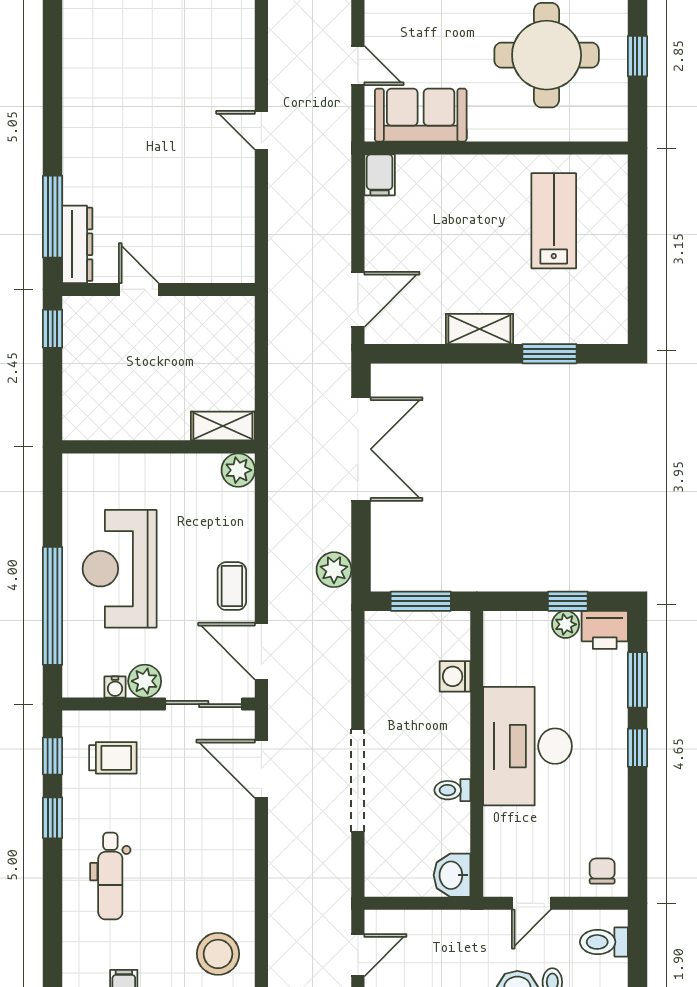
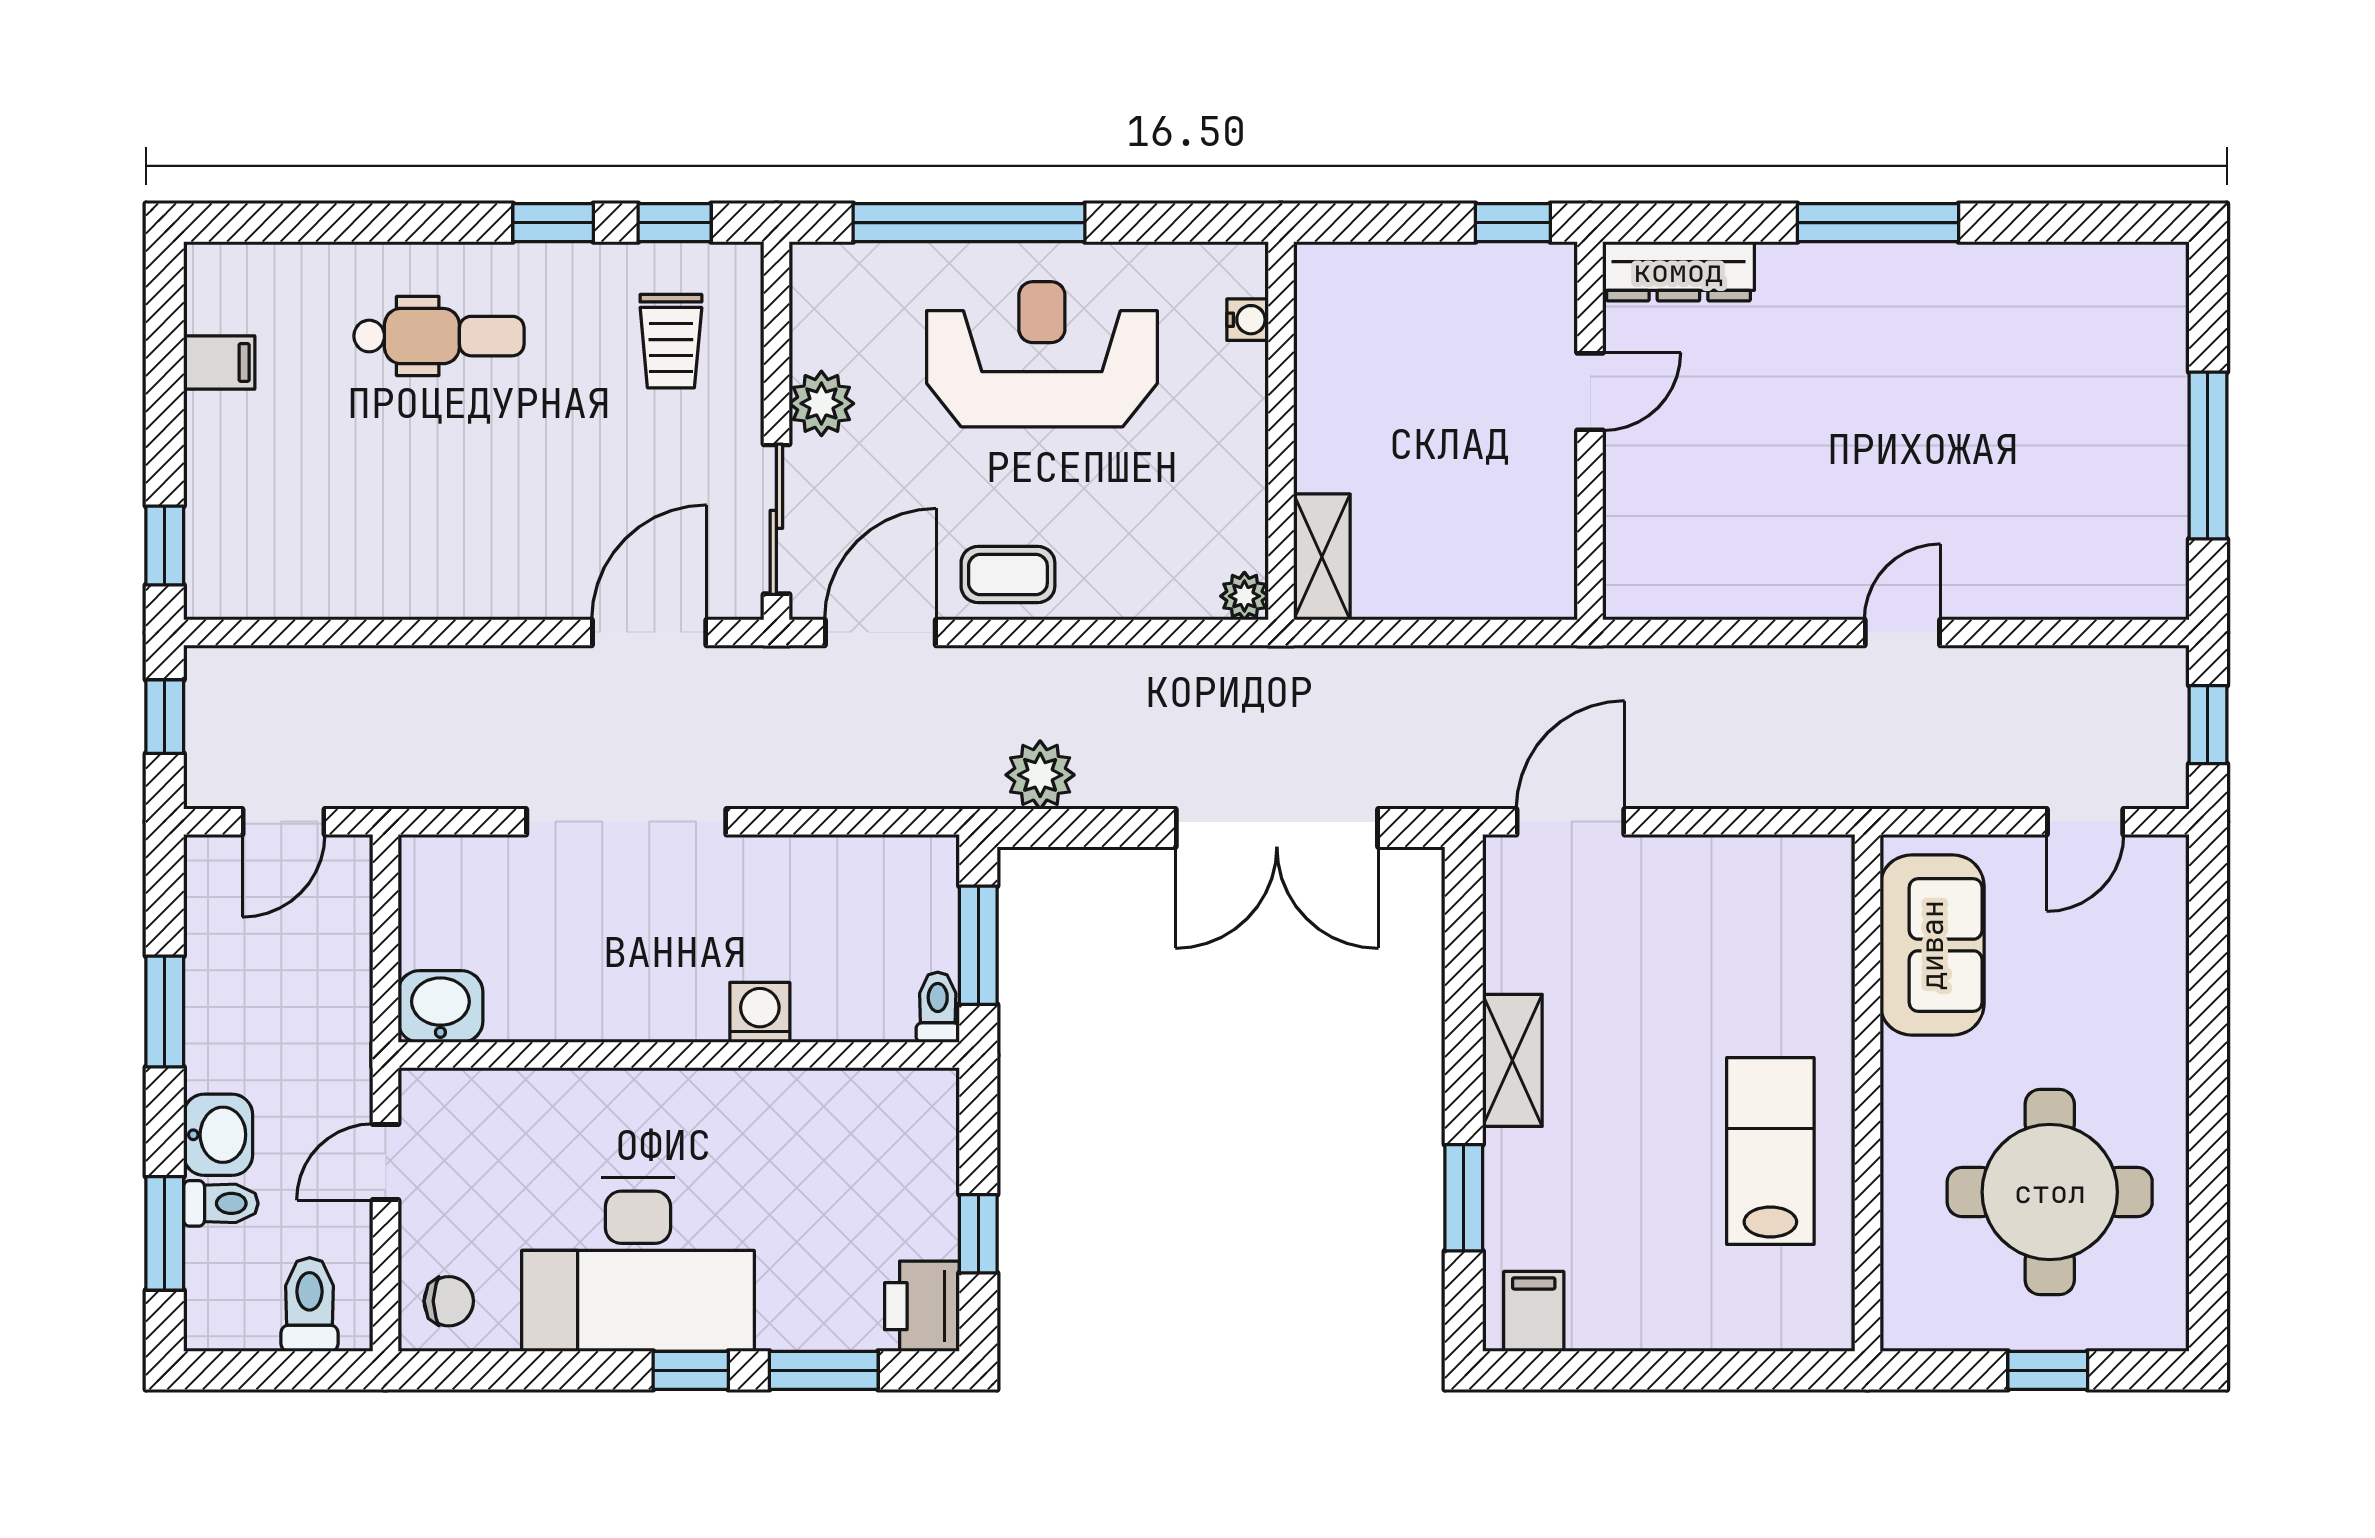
door: (358, 66) -> (2085, 822), moved
filing cabinet: (380, 175) -> (1534, 1311), moved, turned 90
window: (53, 217) -> (1878, 223), moved
lab bench: (554, 221) -> (1770, 1151), moved, turned -90
door: (358, 299) -> (1570, 822), swing flipped
plant: (238, 470) -> (1244, 596), width x0.73, depth x0.73
plant: (566, 624) -> (933, 1229), removed
washing machine: (455, 676) -> (760, 1012), moved
water cooler: (115, 687) -> (1248, 320), moved, turned 180
desk: (528, 746) -> (638, 1264), moved, turned 180
toilet: (452, 790) -> (938, 1007), moved
dental chair: (110, 876) -> (439, 336), turned 180
door: (531, 903) -> (385, 1162), hinge flipped
stool: (218, 954) -> (286, 547), removed
door: (358, 955) -> (284, 822), hinge flipped

